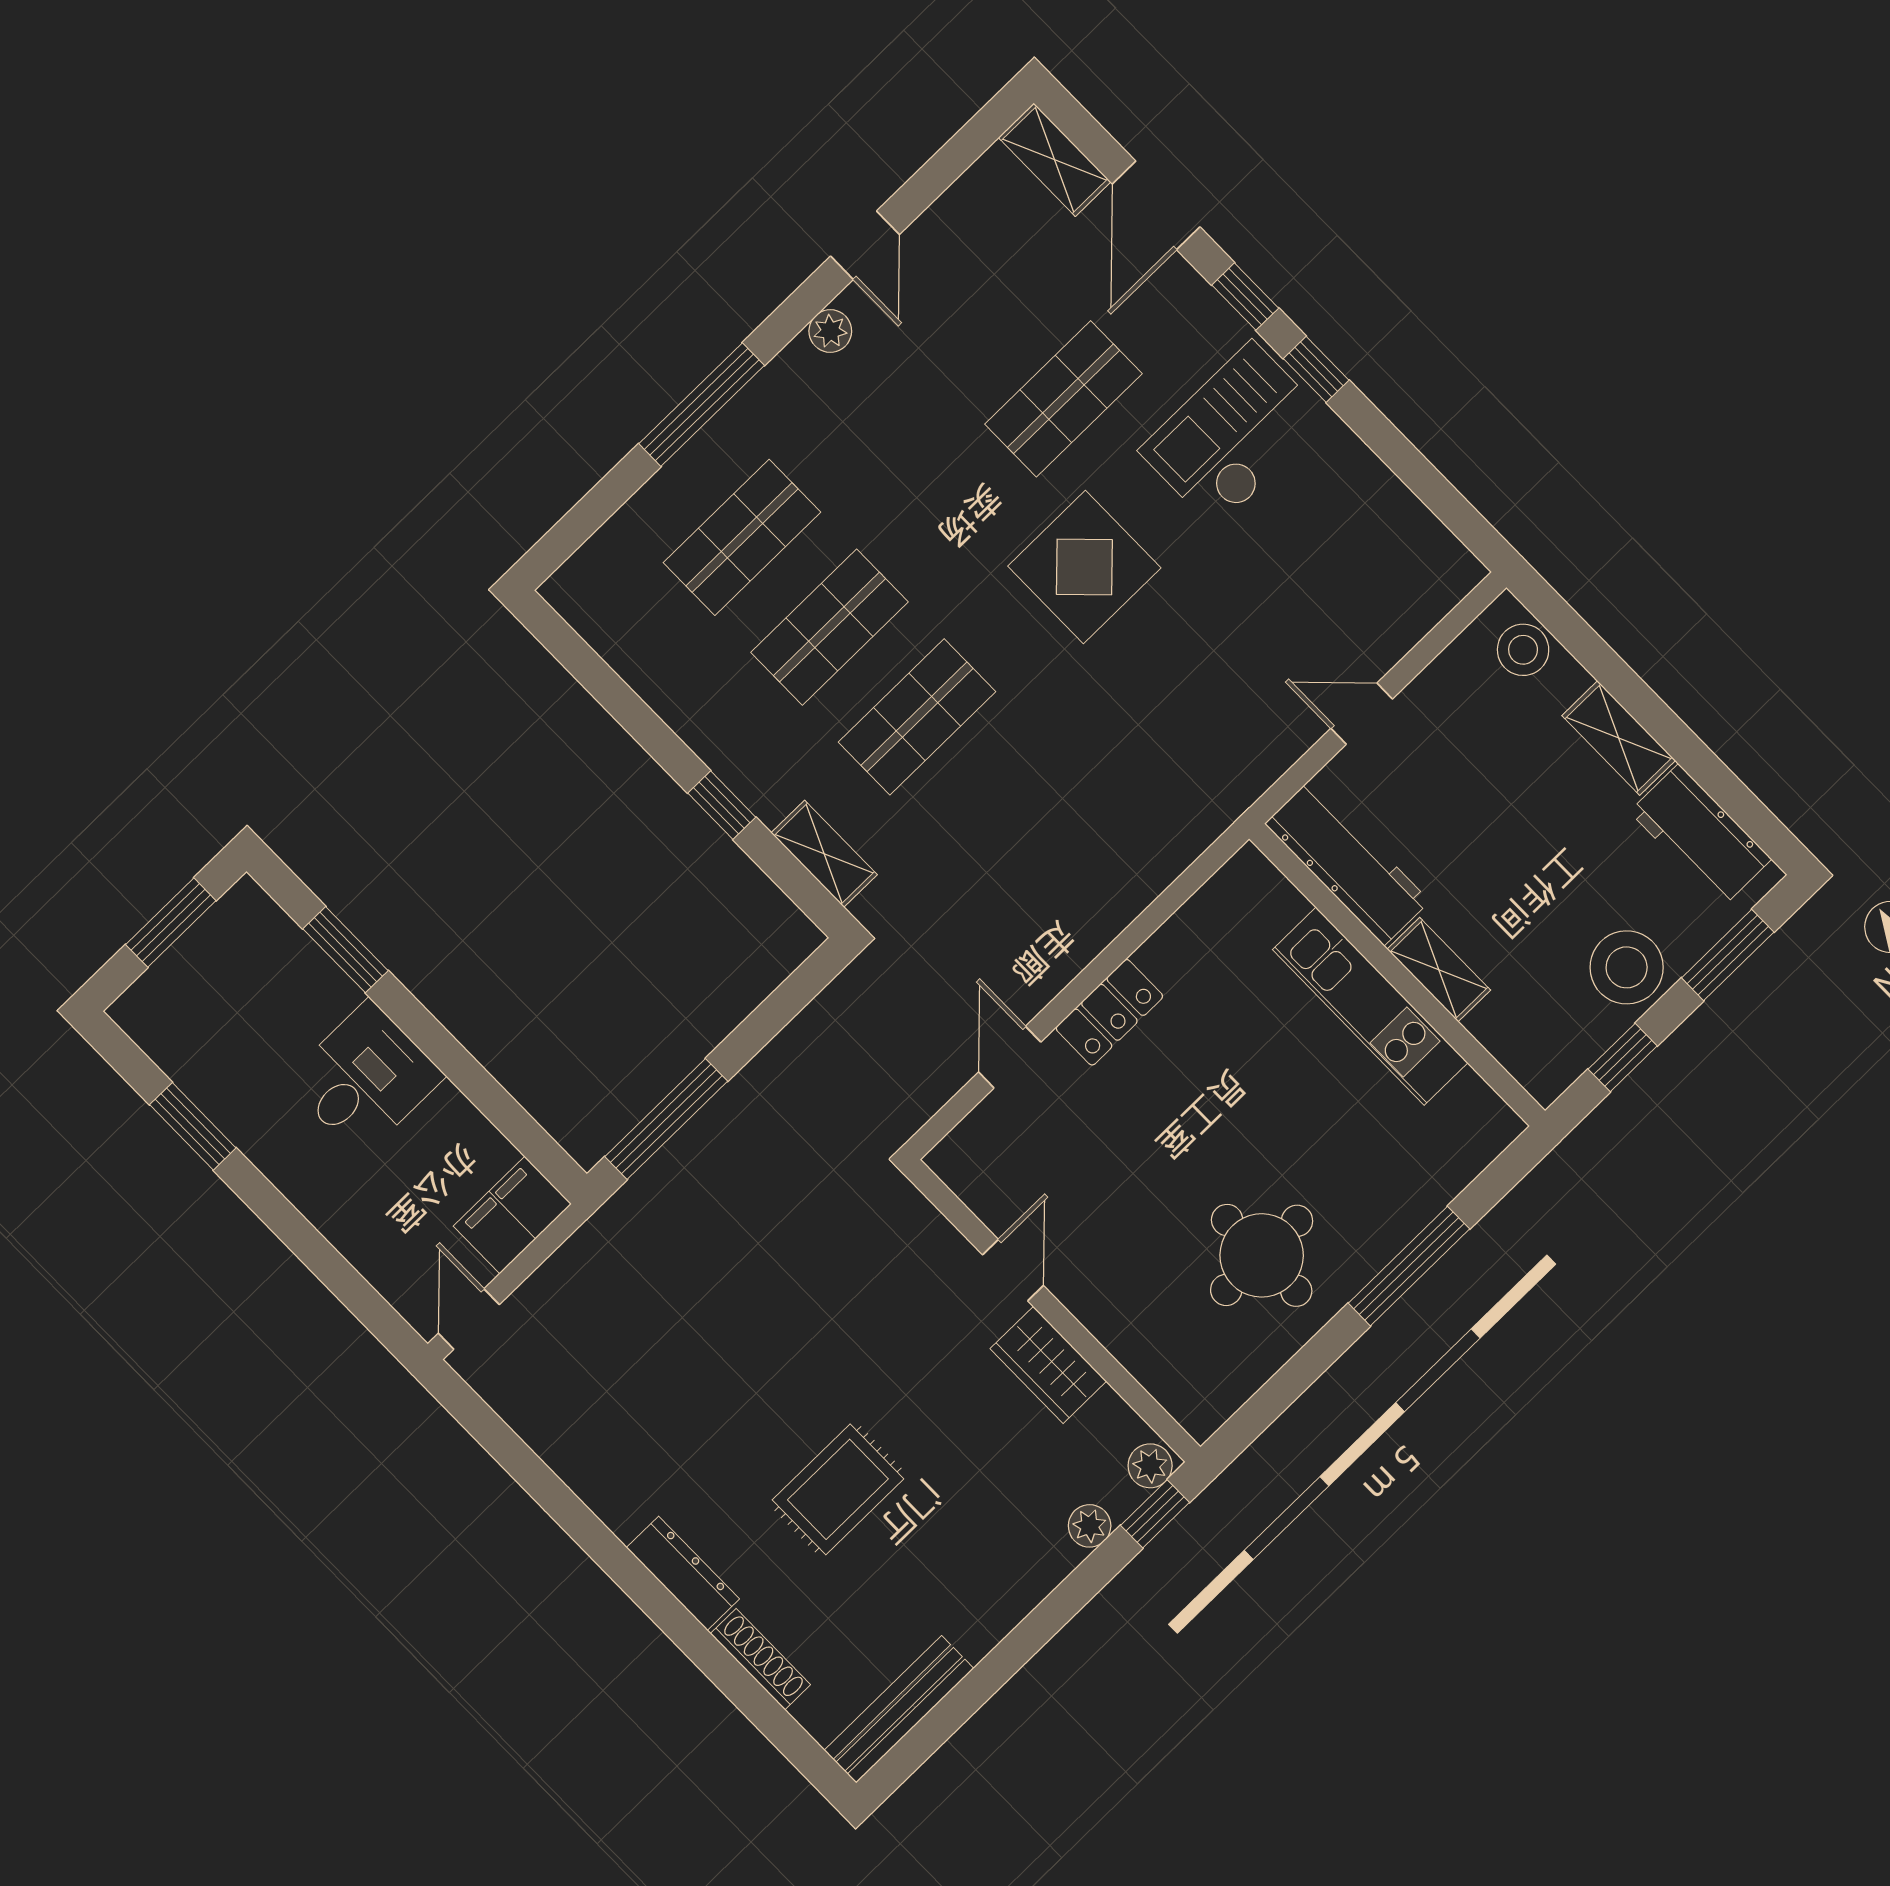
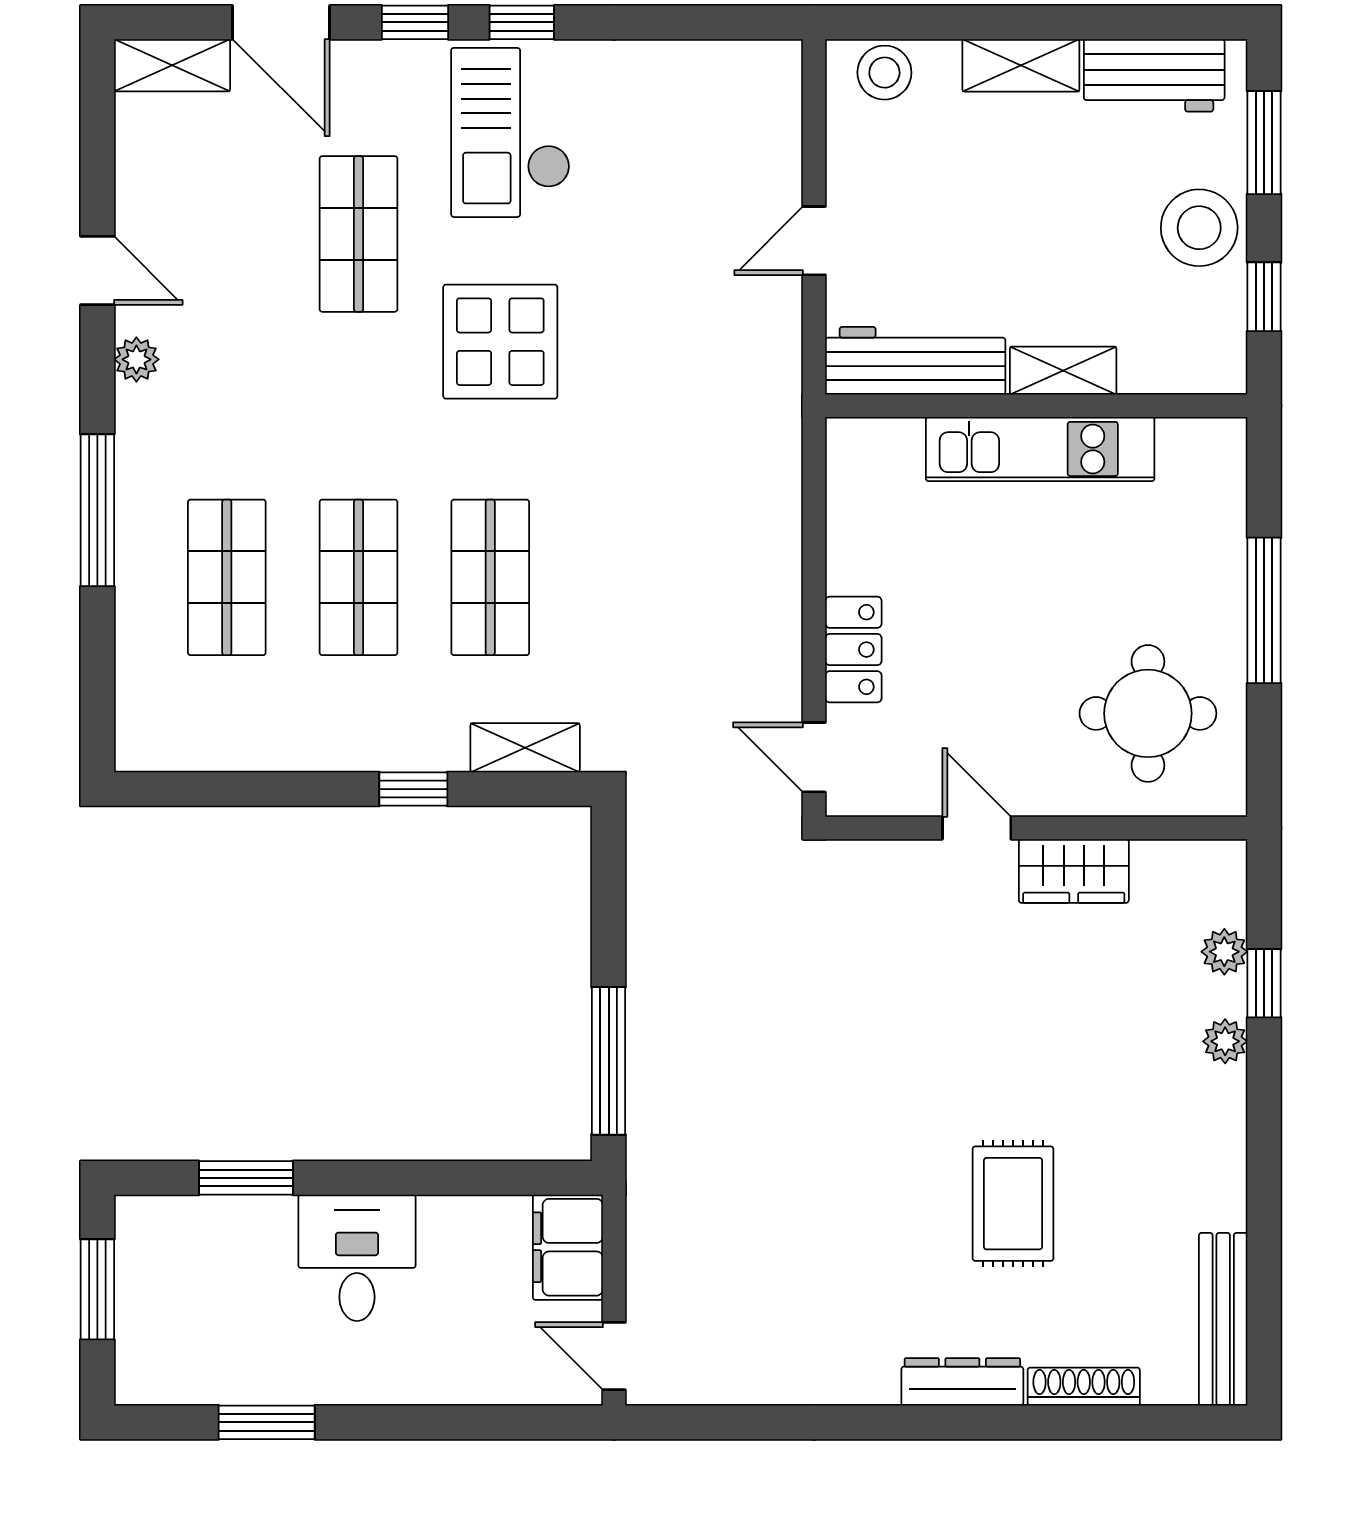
door: (1013, 1270) -> (977, 828), moved
wall: (1053, 1311) -> (1036, 828), moved
wardrobe: (1048, 1365) -> (1074, 871), moved

